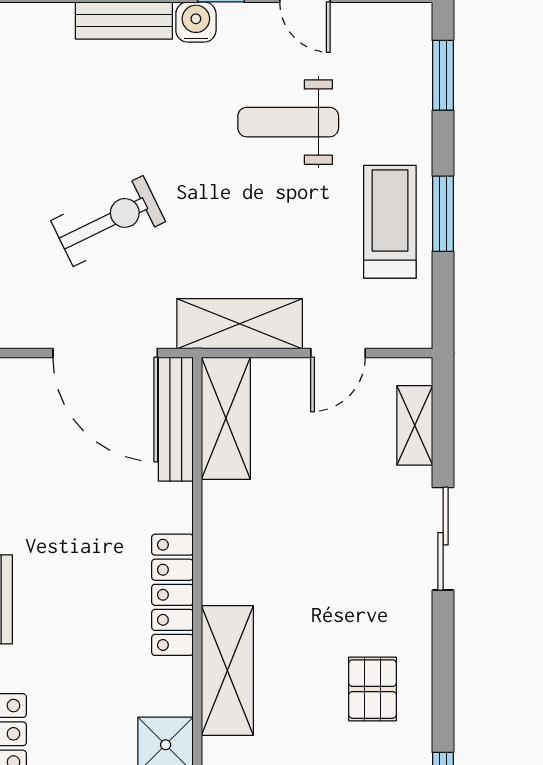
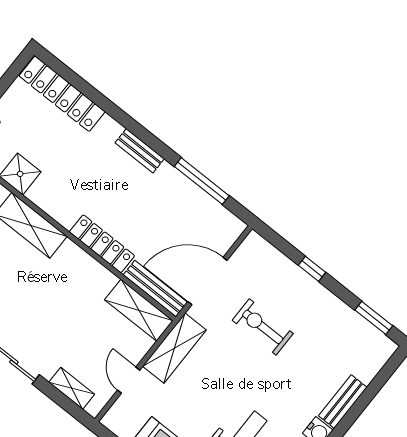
exercise bike: (108, 221) -> (263, 327), turned 116
locker: (172, 595) -> (102, 244), moved

